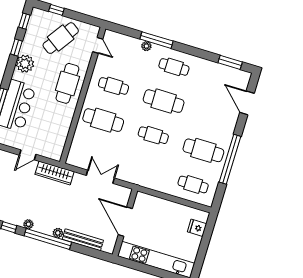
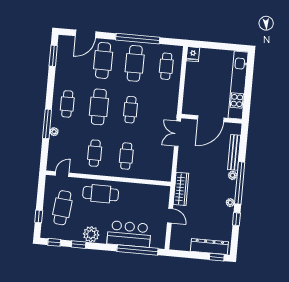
cafe table: (61, 38) -> (62, 208), turned 61
cafe table: (214, 116) -> (103, 60), added
cafe table: (103, 120) -> (126, 156), width x0.73, depth x0.74
double door: (100, 177) -> (177, 134), moved
fridge: (197, 228) -> (193, 54), moved

